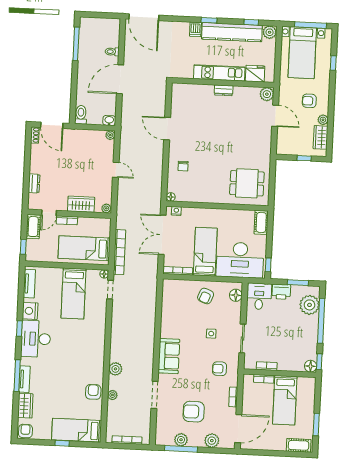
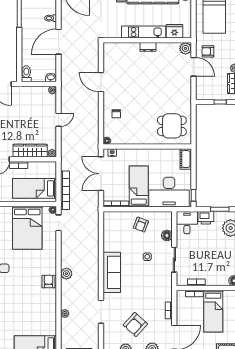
armchair: (309, 101) -> (208, 51), moved
door: (116, 170) -> (59, 120), hinge flipped
wardrobe: (81, 204) -> (30, 151), width x1.50
bed: (74, 294) -> (27, 228), width x1.50
floor lamp: (236, 295) -> (167, 235), moved
sofa: (169, 356) -> (112, 272), width x1.36
plant: (115, 369) -> (66, 274), moved
armchair: (219, 369) -> (156, 287), removed
armchair: (93, 392) -> (49, 281), moved
armchair: (194, 412) -> (135, 325), turned -48

